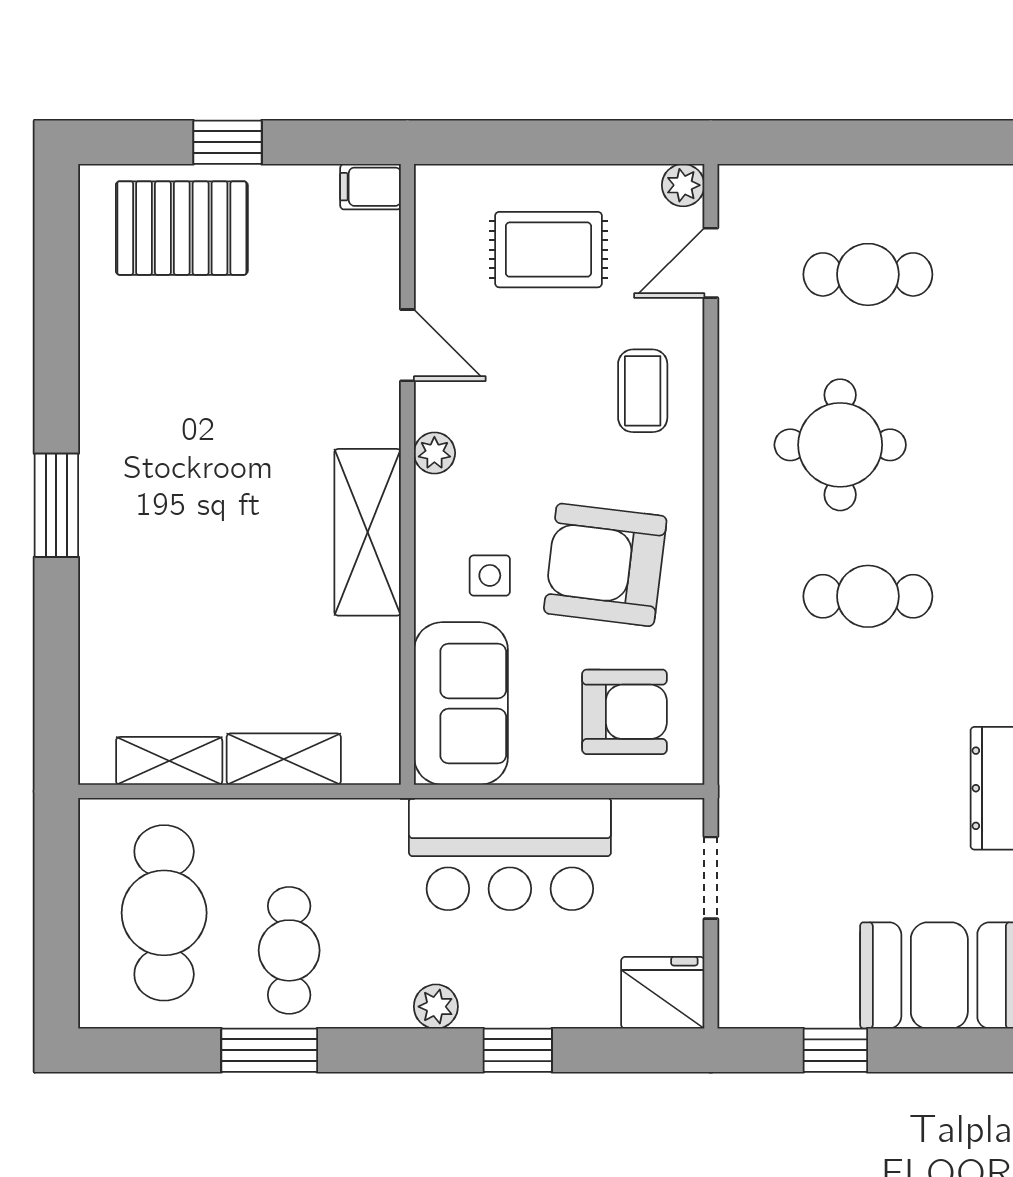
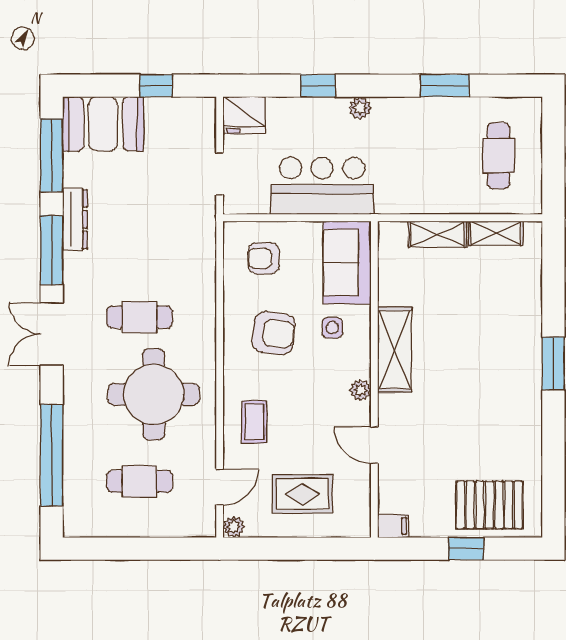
round table: (840, 445) -> (154, 394), width x1.36, depth x1.36
armchair: (605, 565) -> (273, 333), width x0.73, depth x0.73
armchair: (624, 712) -> (264, 258), width x0.72, depth x0.72
cafe table: (164, 913) -> (498, 156), width x0.73, depth x0.74
cafe table: (289, 950) -> (435, 137), removed

